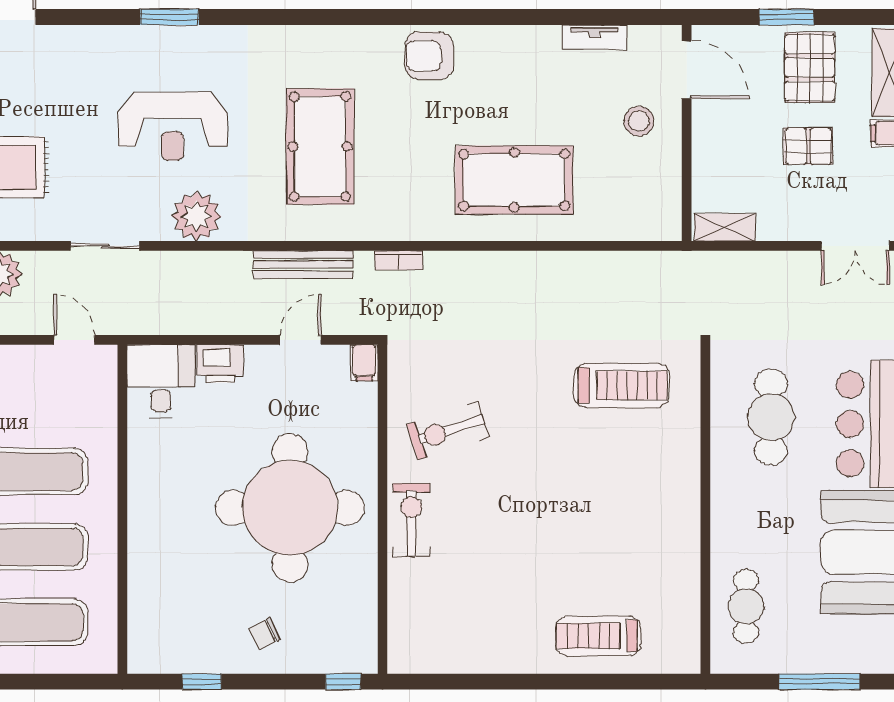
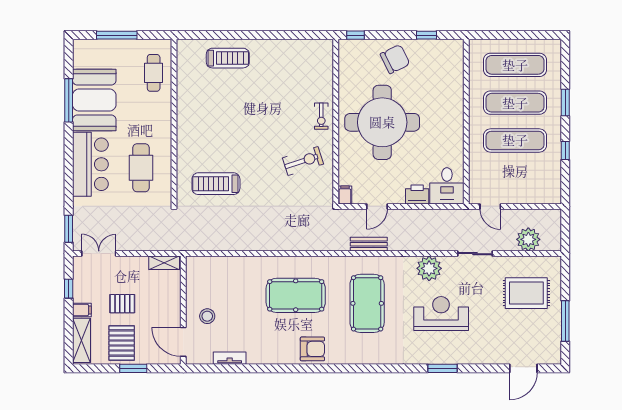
pool table: (514, 180) -> (296, 295), moved
bookcase: (399, 260) -> (328, 246), removed
bench: (303, 265) -> (369, 244), width x0.73
exercise bike: (411, 520) -> (321, 116), width x0.73, depth x0.72
chair: (264, 634) -> (395, 59), width x1.87, depth x1.87

